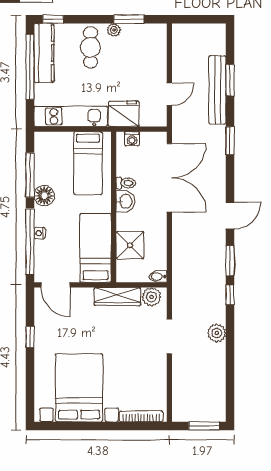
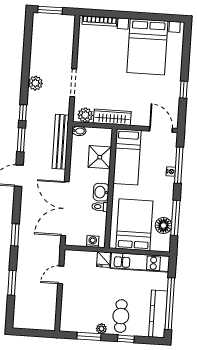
window: (53, 19) -> (126, 339), moved
bench: (217, 90) -> (61, 142), moved
fridge: (124, 114) -> (104, 259), width x0.53, depth x0.75
bed: (88, 163) -> (134, 225), width x1.50
floor lamp: (44, 196) -> (163, 226), moved
window: (30, 242) -> (179, 165), width x0.68

